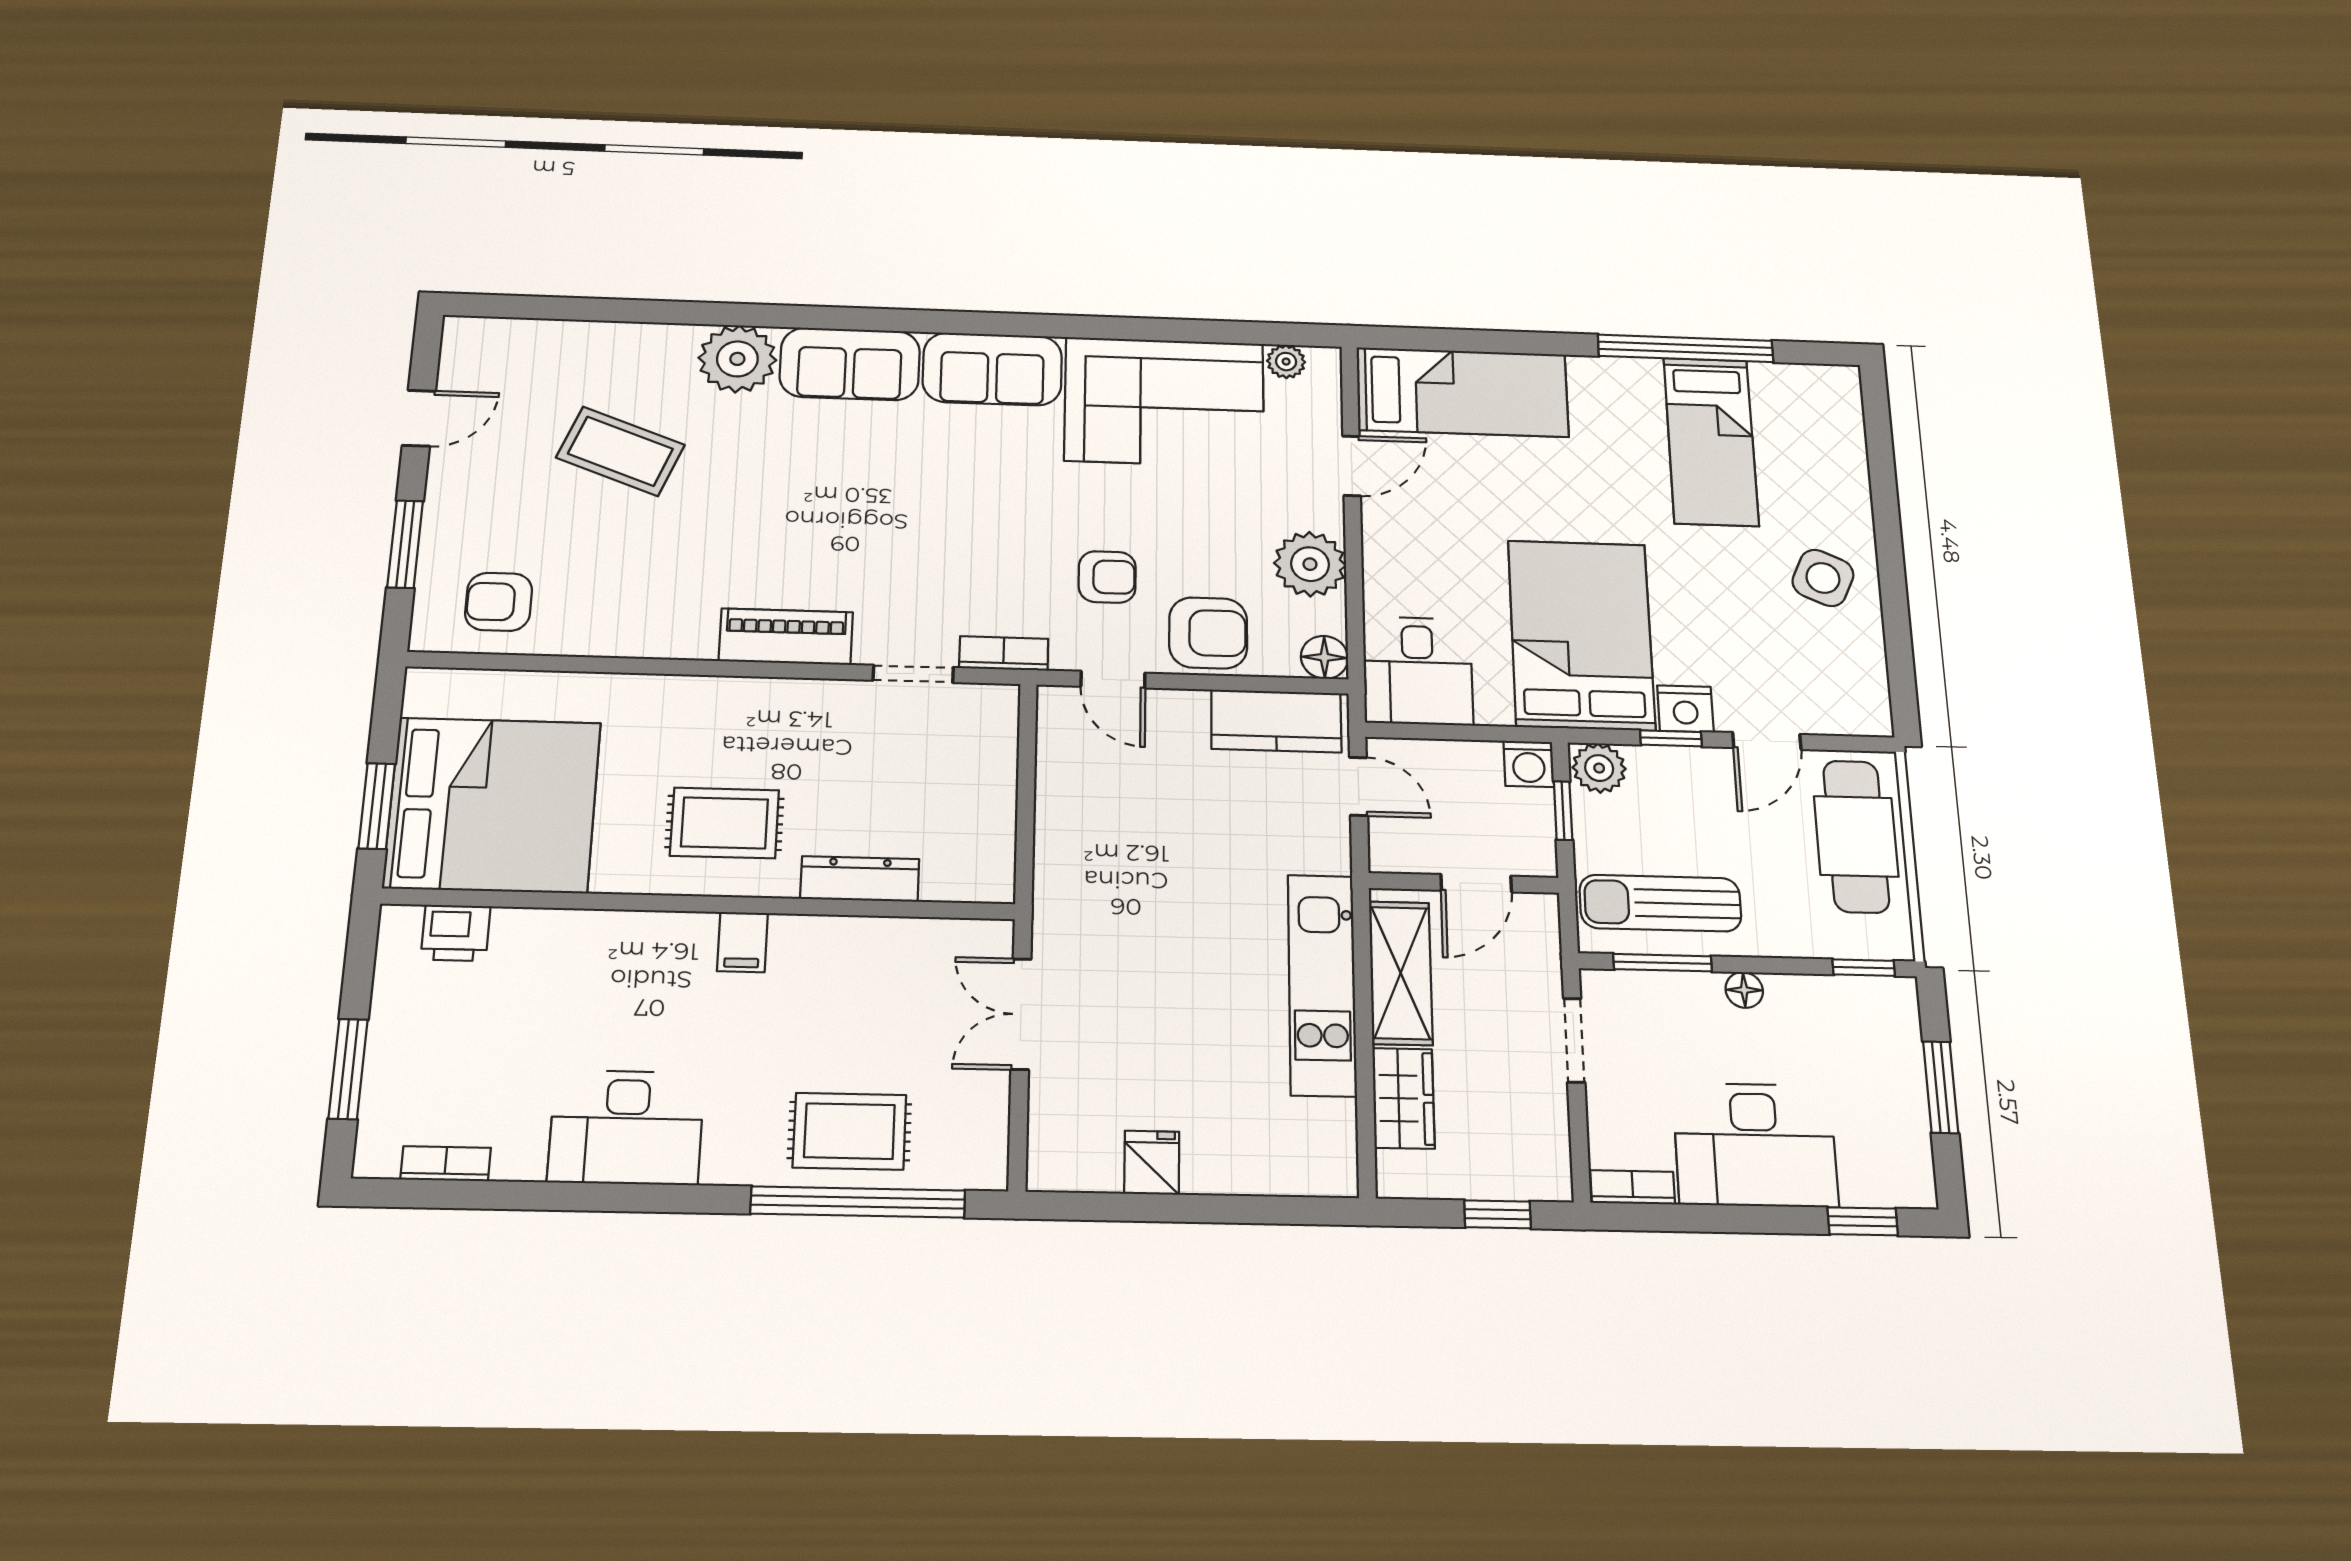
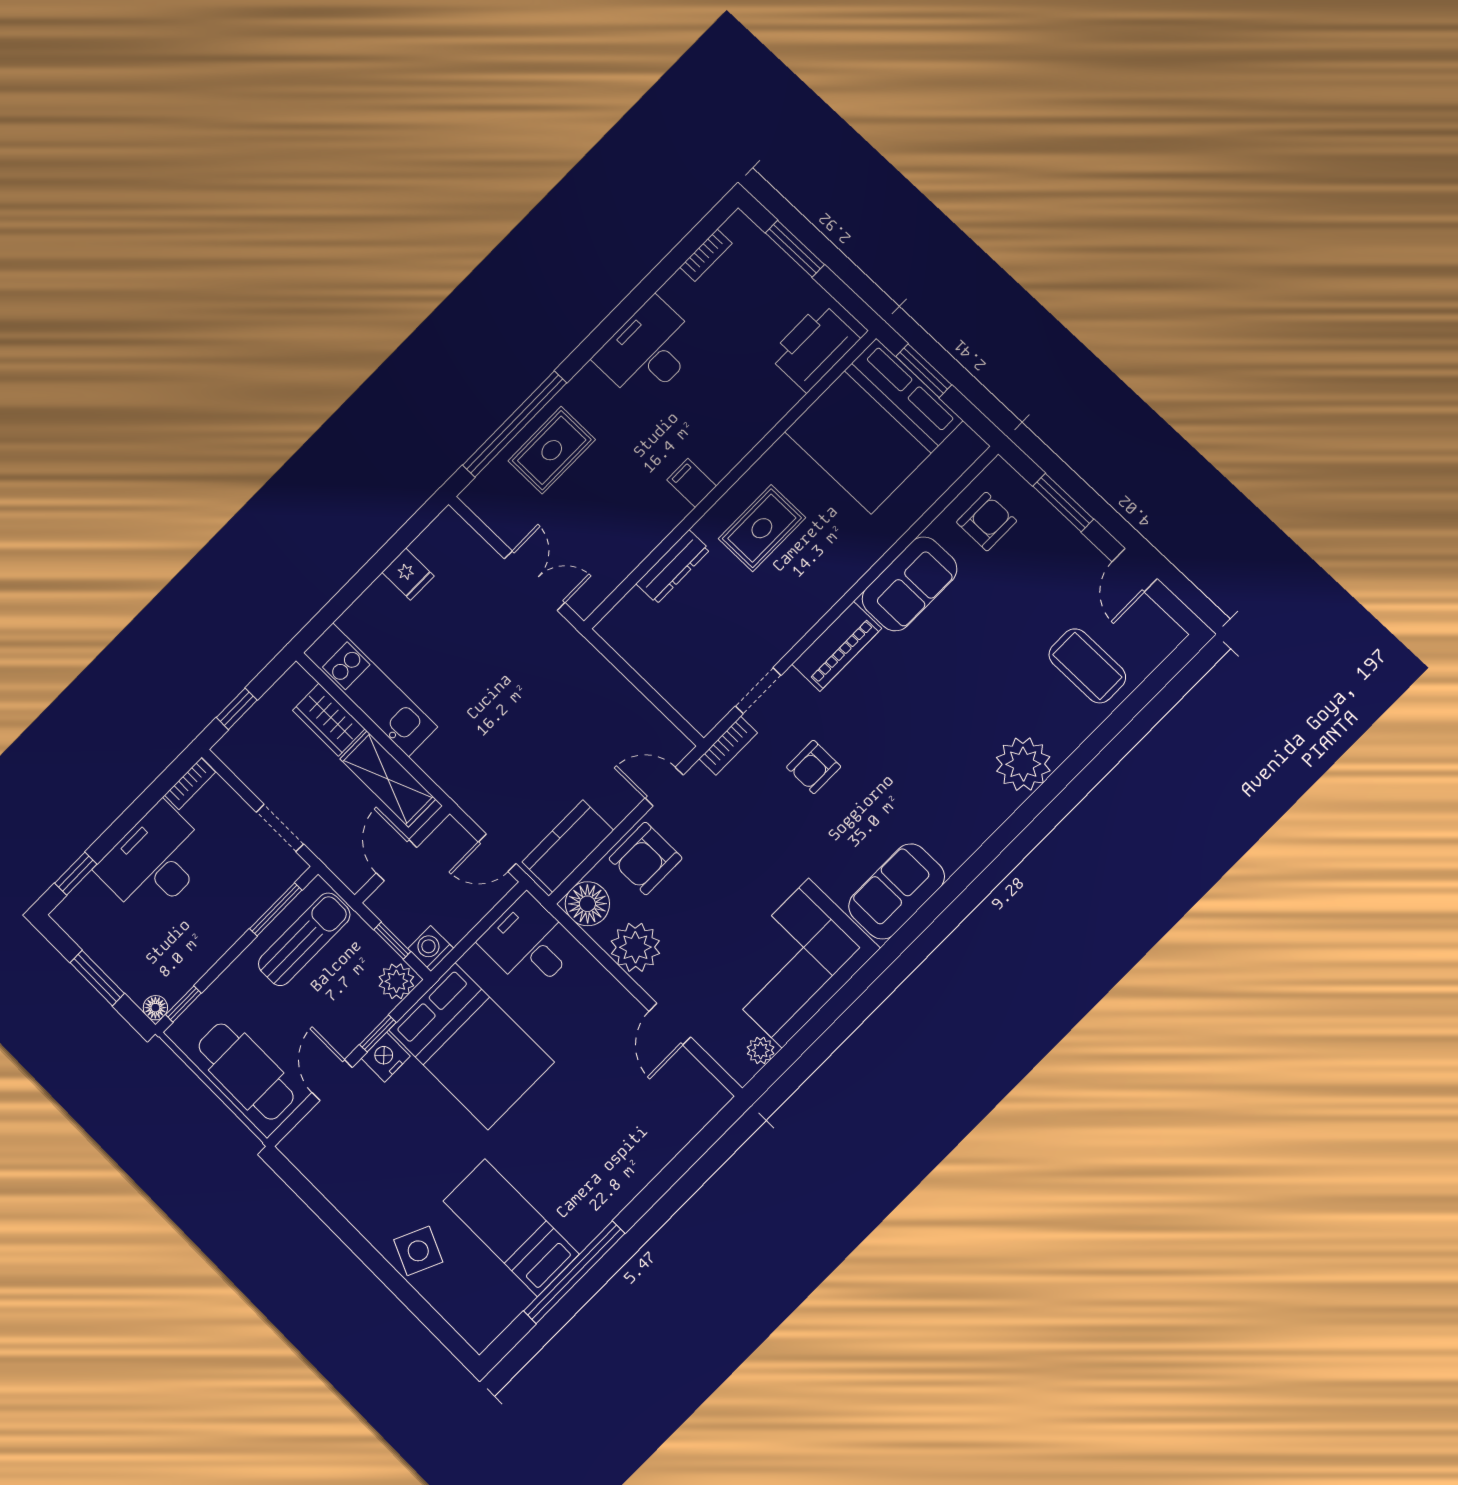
sofa: (850, 364) -> (909, 584), moved, turned 180
bed: (1462, 392) -> (658, 1126), removed
coffee table: (620, 451) -> (1087, 666), moved, turned 69
armchair: (1107, 577) -> (814, 767), moved
side table: (1823, 578) -> (418, 1251), moved
floor lamp: (1324, 657) -> (587, 904), width x1.38, depth x1.38
printer: (456, 933) -> (814, 347), width x1.87, depth x1.48
kitchen unit: (1322, 985) -> (370, 690), moved
floor lamp: (1744, 990) -> (155, 1008), moved

